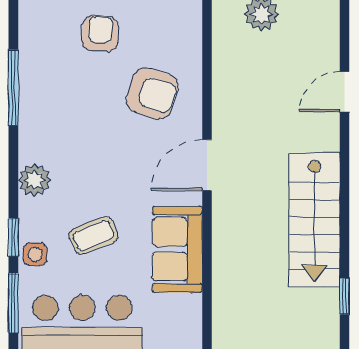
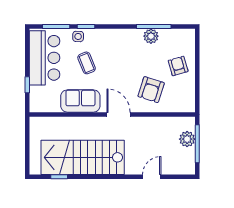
armchair: (100, 34) -> (178, 66), turned -108
door: (344, 92) -> (152, 177), hinge flipped
plant: (35, 180) -> (151, 36), moved
stairs: (314, 220) -> (83, 157), width x1.36, depth x1.51

